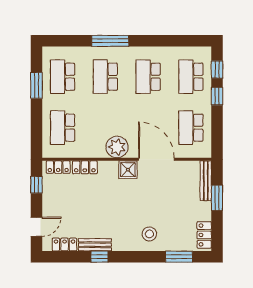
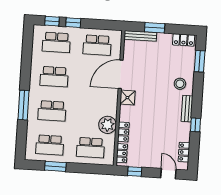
plant: (117, 147) -> (107, 125), moved
bench: (95, 245) -> (187, 109), moved

